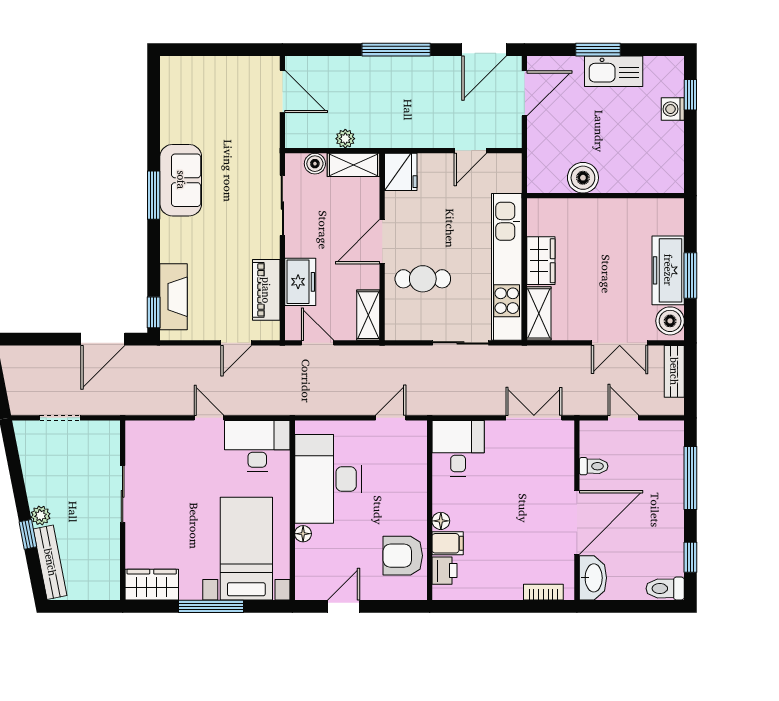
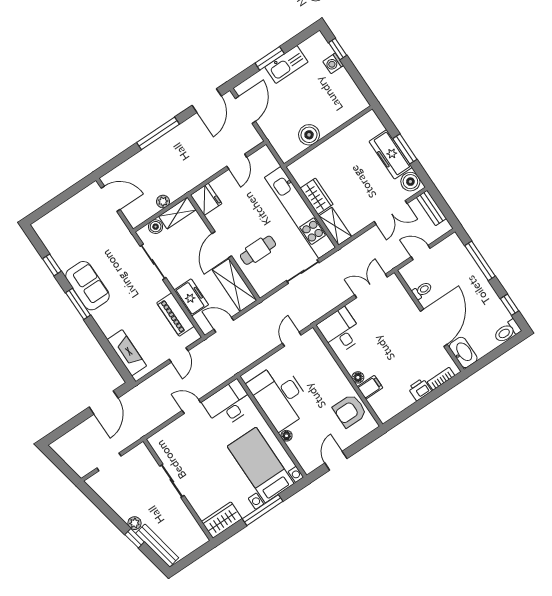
window: (154, 312) -> (52, 265), moved
shelving: (368, 315) -> (235, 285), width x1.50, depth x1.33
printer: (445, 571) -> (420, 389), moved, turned -90

